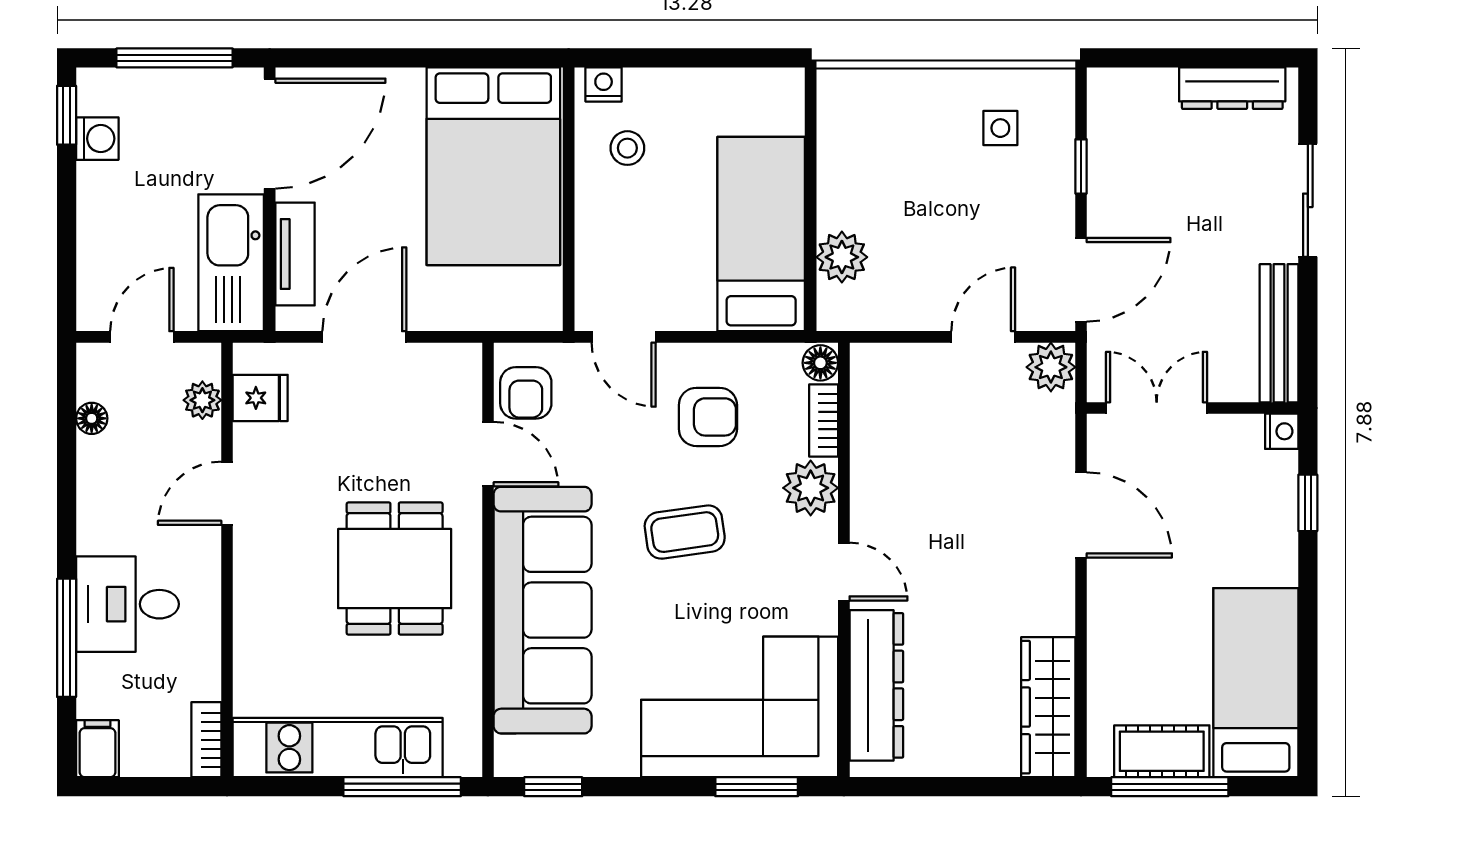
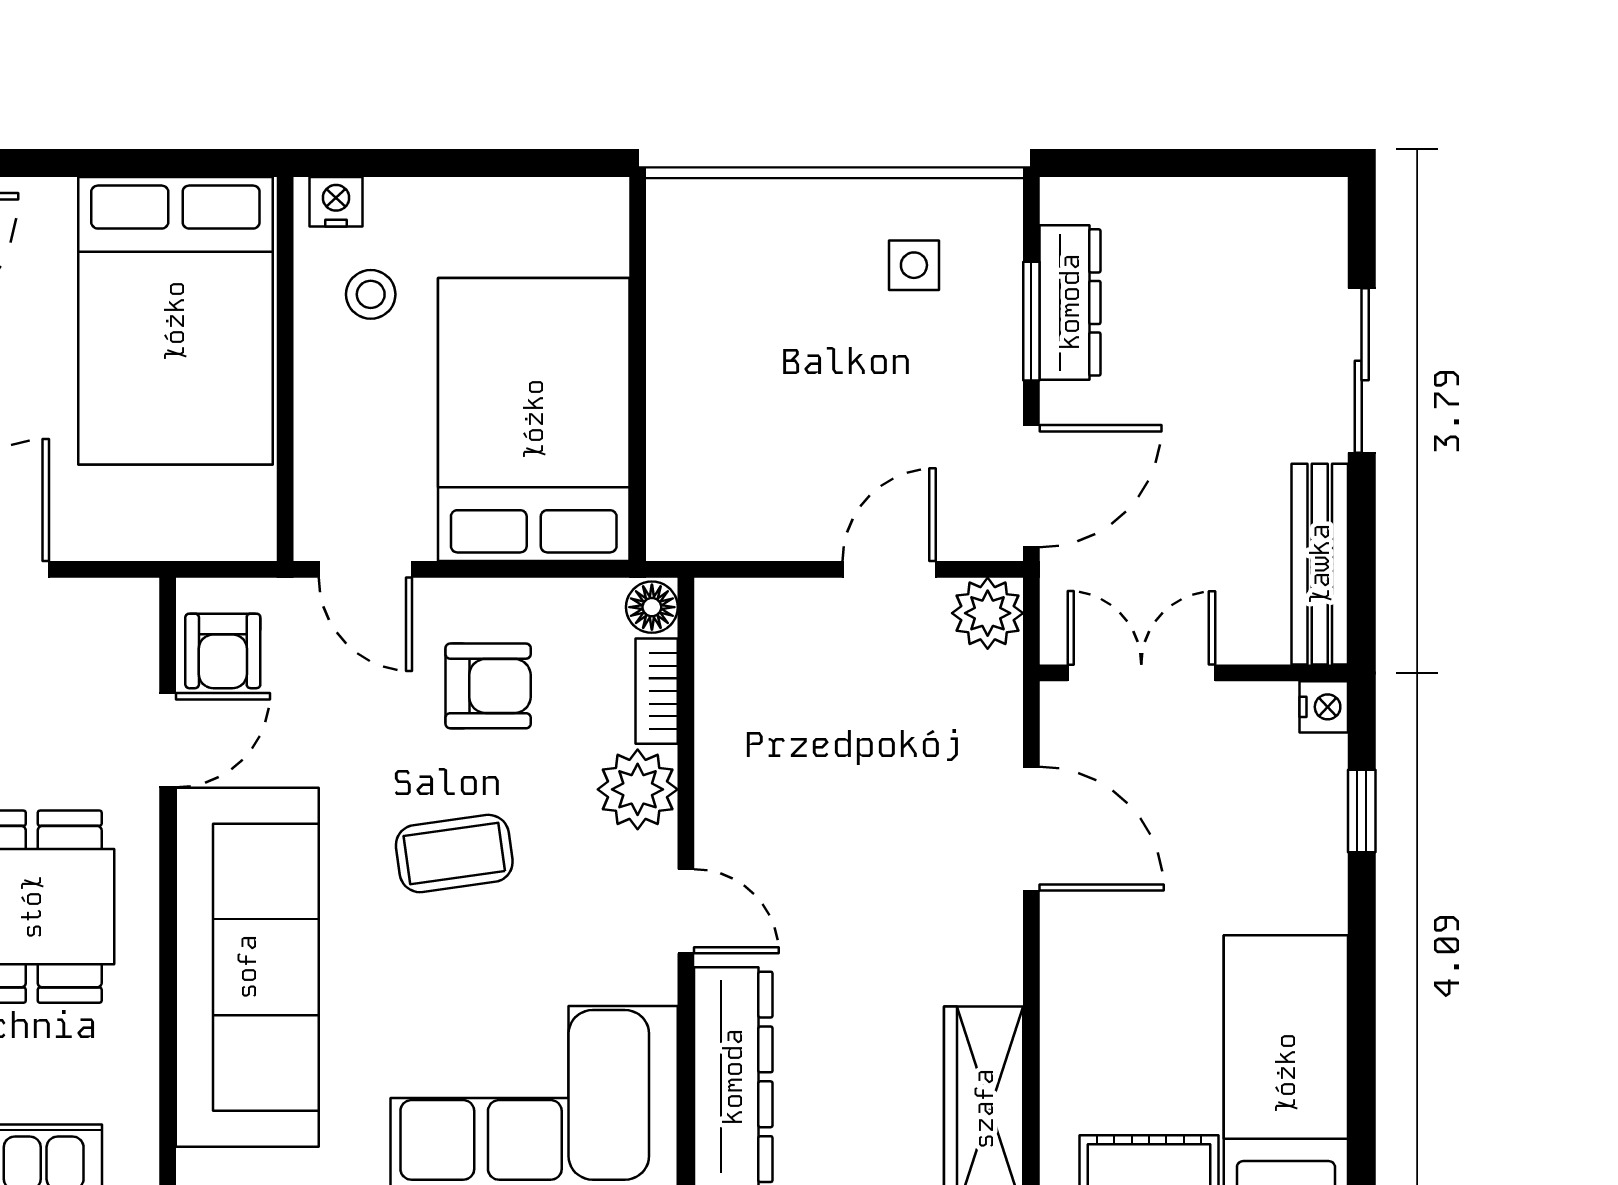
dresser: (1232, 88) -> (1070, 302), moved, turned -90
window: (1081, 166) -> (1031, 321), width x1.50
bed: (761, 234) -> (534, 419), width x1.50
plant: (842, 257) -> (683, 453), removed
door: (488, 454) -> (168, 740), hinge flipped

